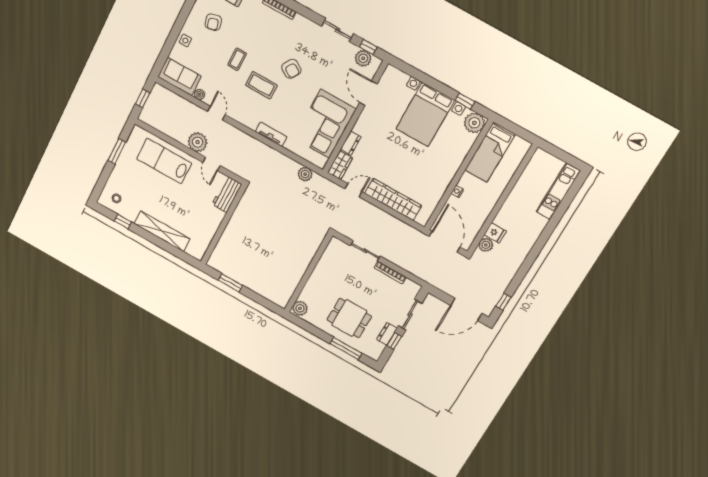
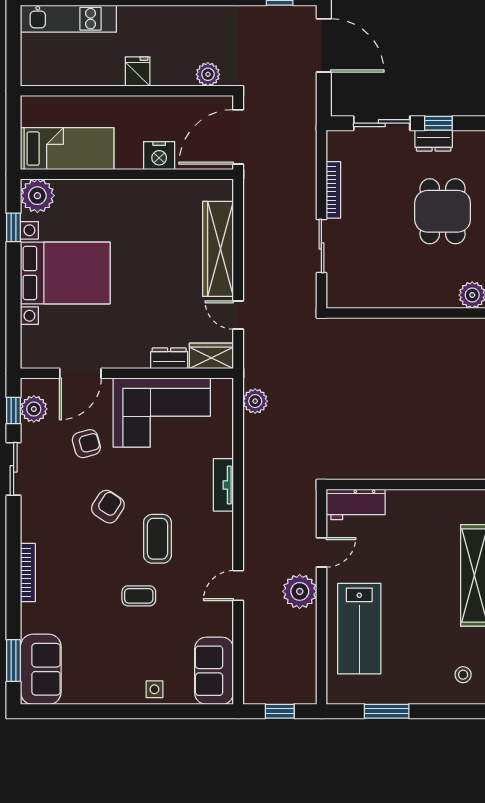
armchair: (213, 22) -> (86, 444), moved
plant: (200, 94) -> (224, 626), removed
nightstand: (457, 191) -> (159, 156), width x1.89, depth x1.79
fridge: (495, 233) -> (138, 72), moved

